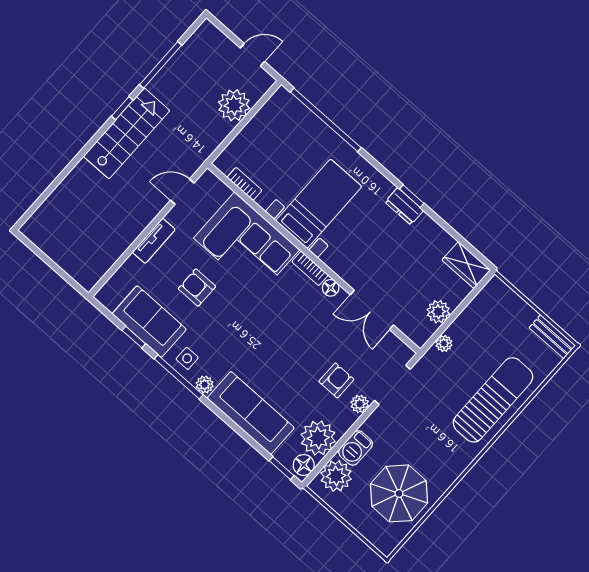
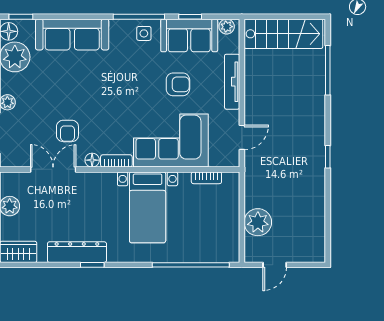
window: (161, 65) -> (328, 70), moved
stairs: (127, 133) -> (283, 34), moved, turned -90
dresser: (404, 206) -> (77, 252), width x1.96, depth x1.24
tv unit: (154, 241) -> (232, 82), width x1.41
armchair: (336, 380) -> (67, 131), moved
plant: (205, 385) -> (227, 27), moved

